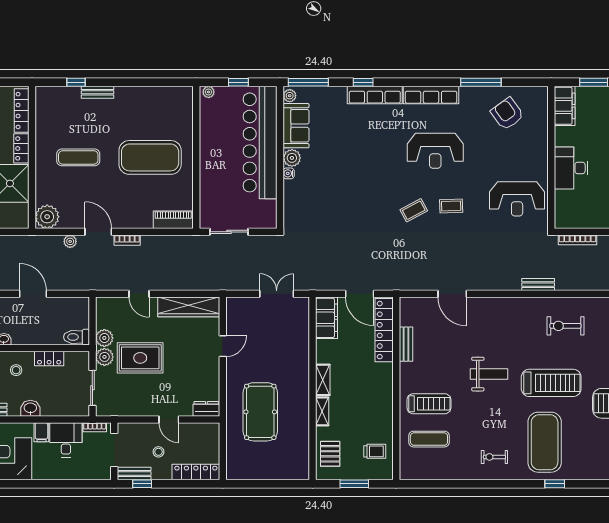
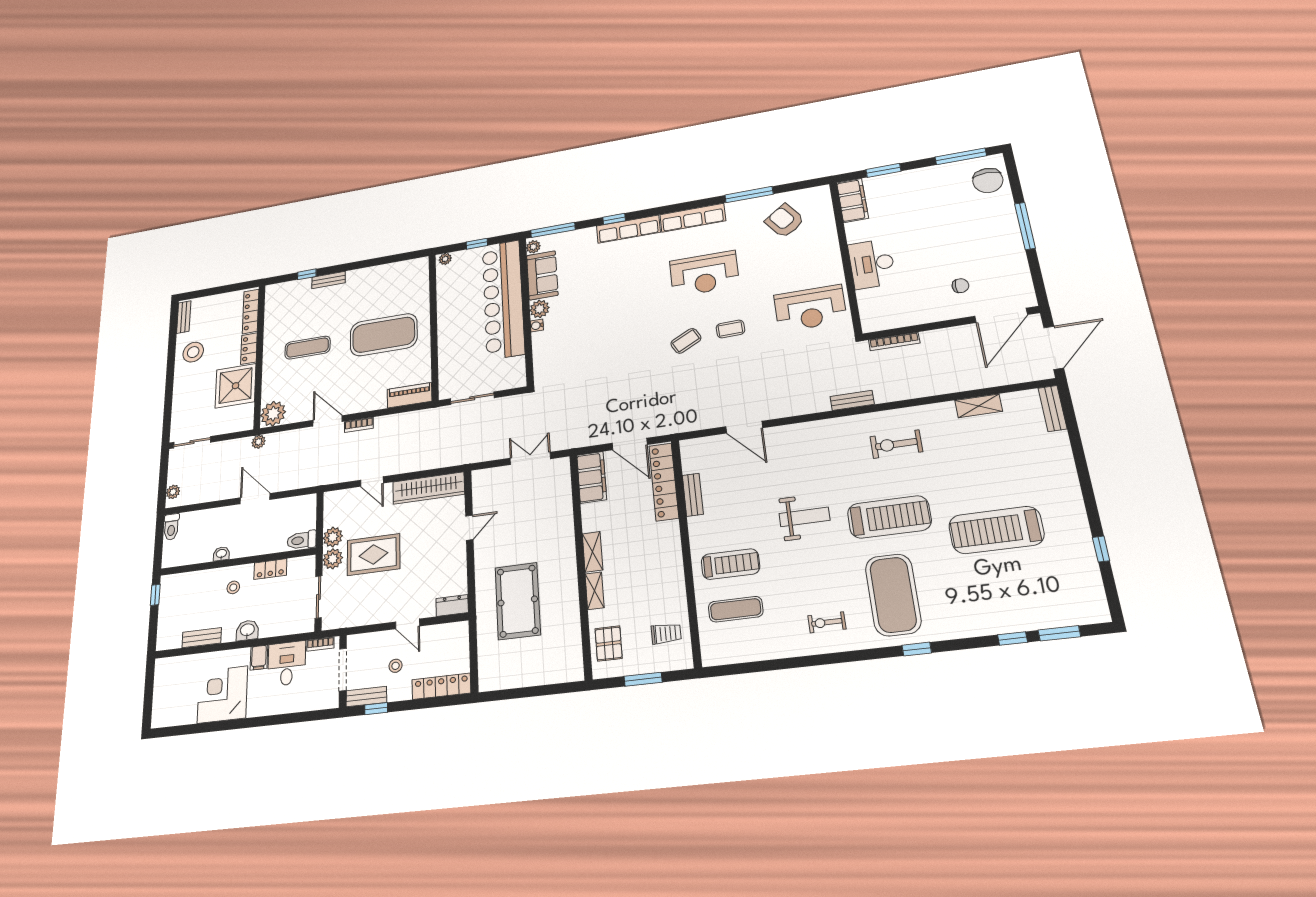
plant: (70, 241) -> (259, 442), moved

